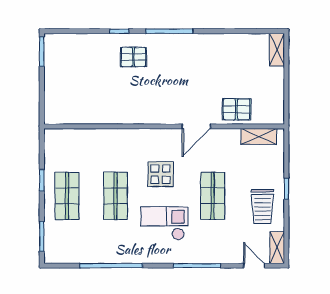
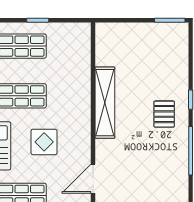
shelving: (122, 115) -> (105, 103), added
door: (196, 126) -> (93, 179), hinge flipped

